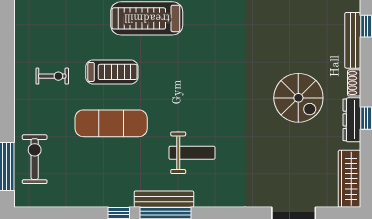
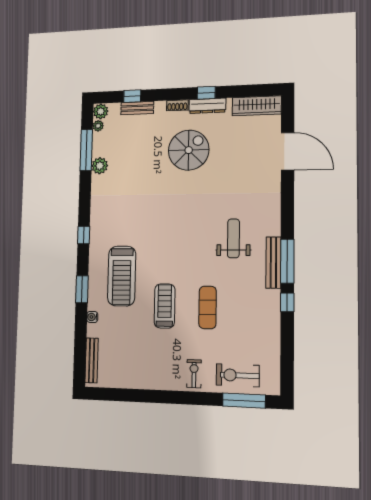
bench: (353, 40) -> (137, 108), width x0.73
exercise bike: (52, 76) -> (194, 374), moved
exercise mat: (111, 123) -> (208, 307), width x0.73, depth x0.69

